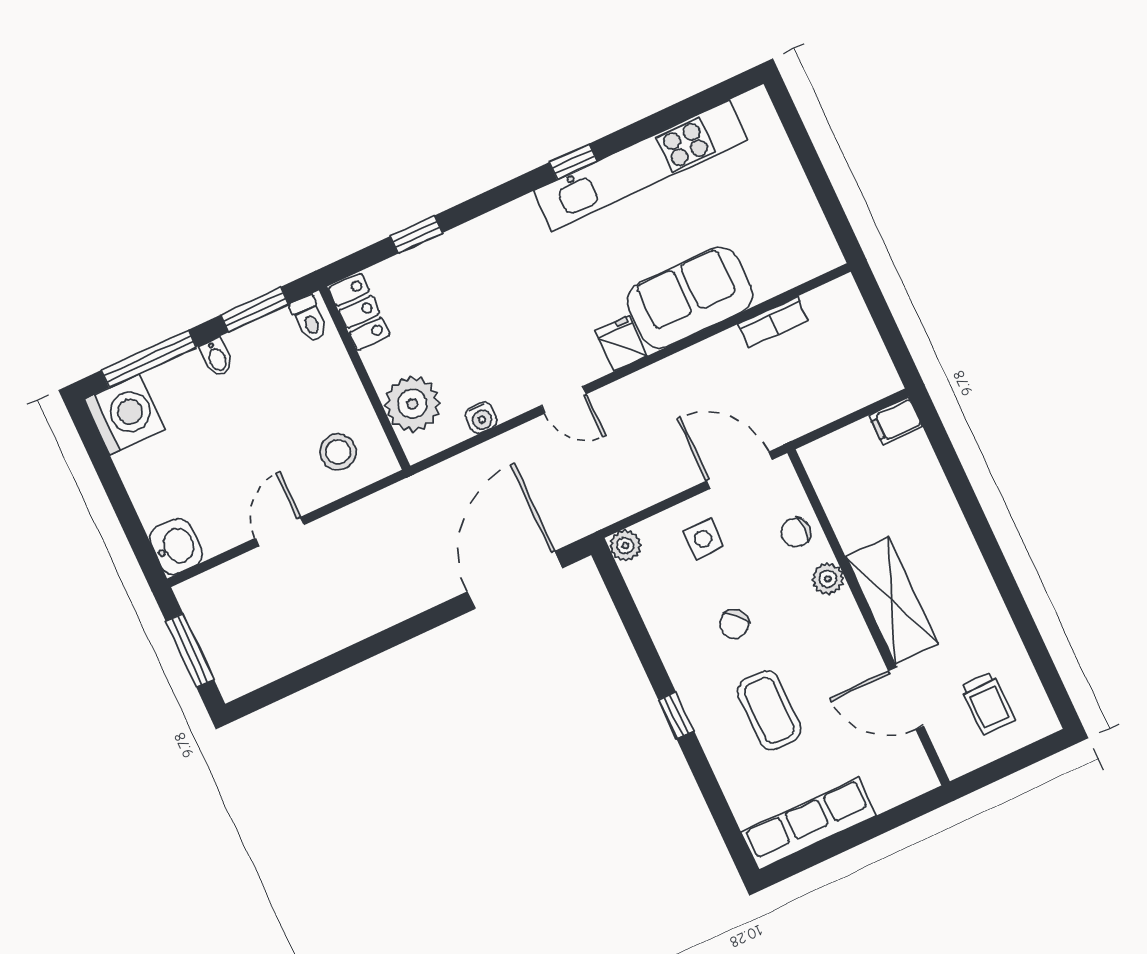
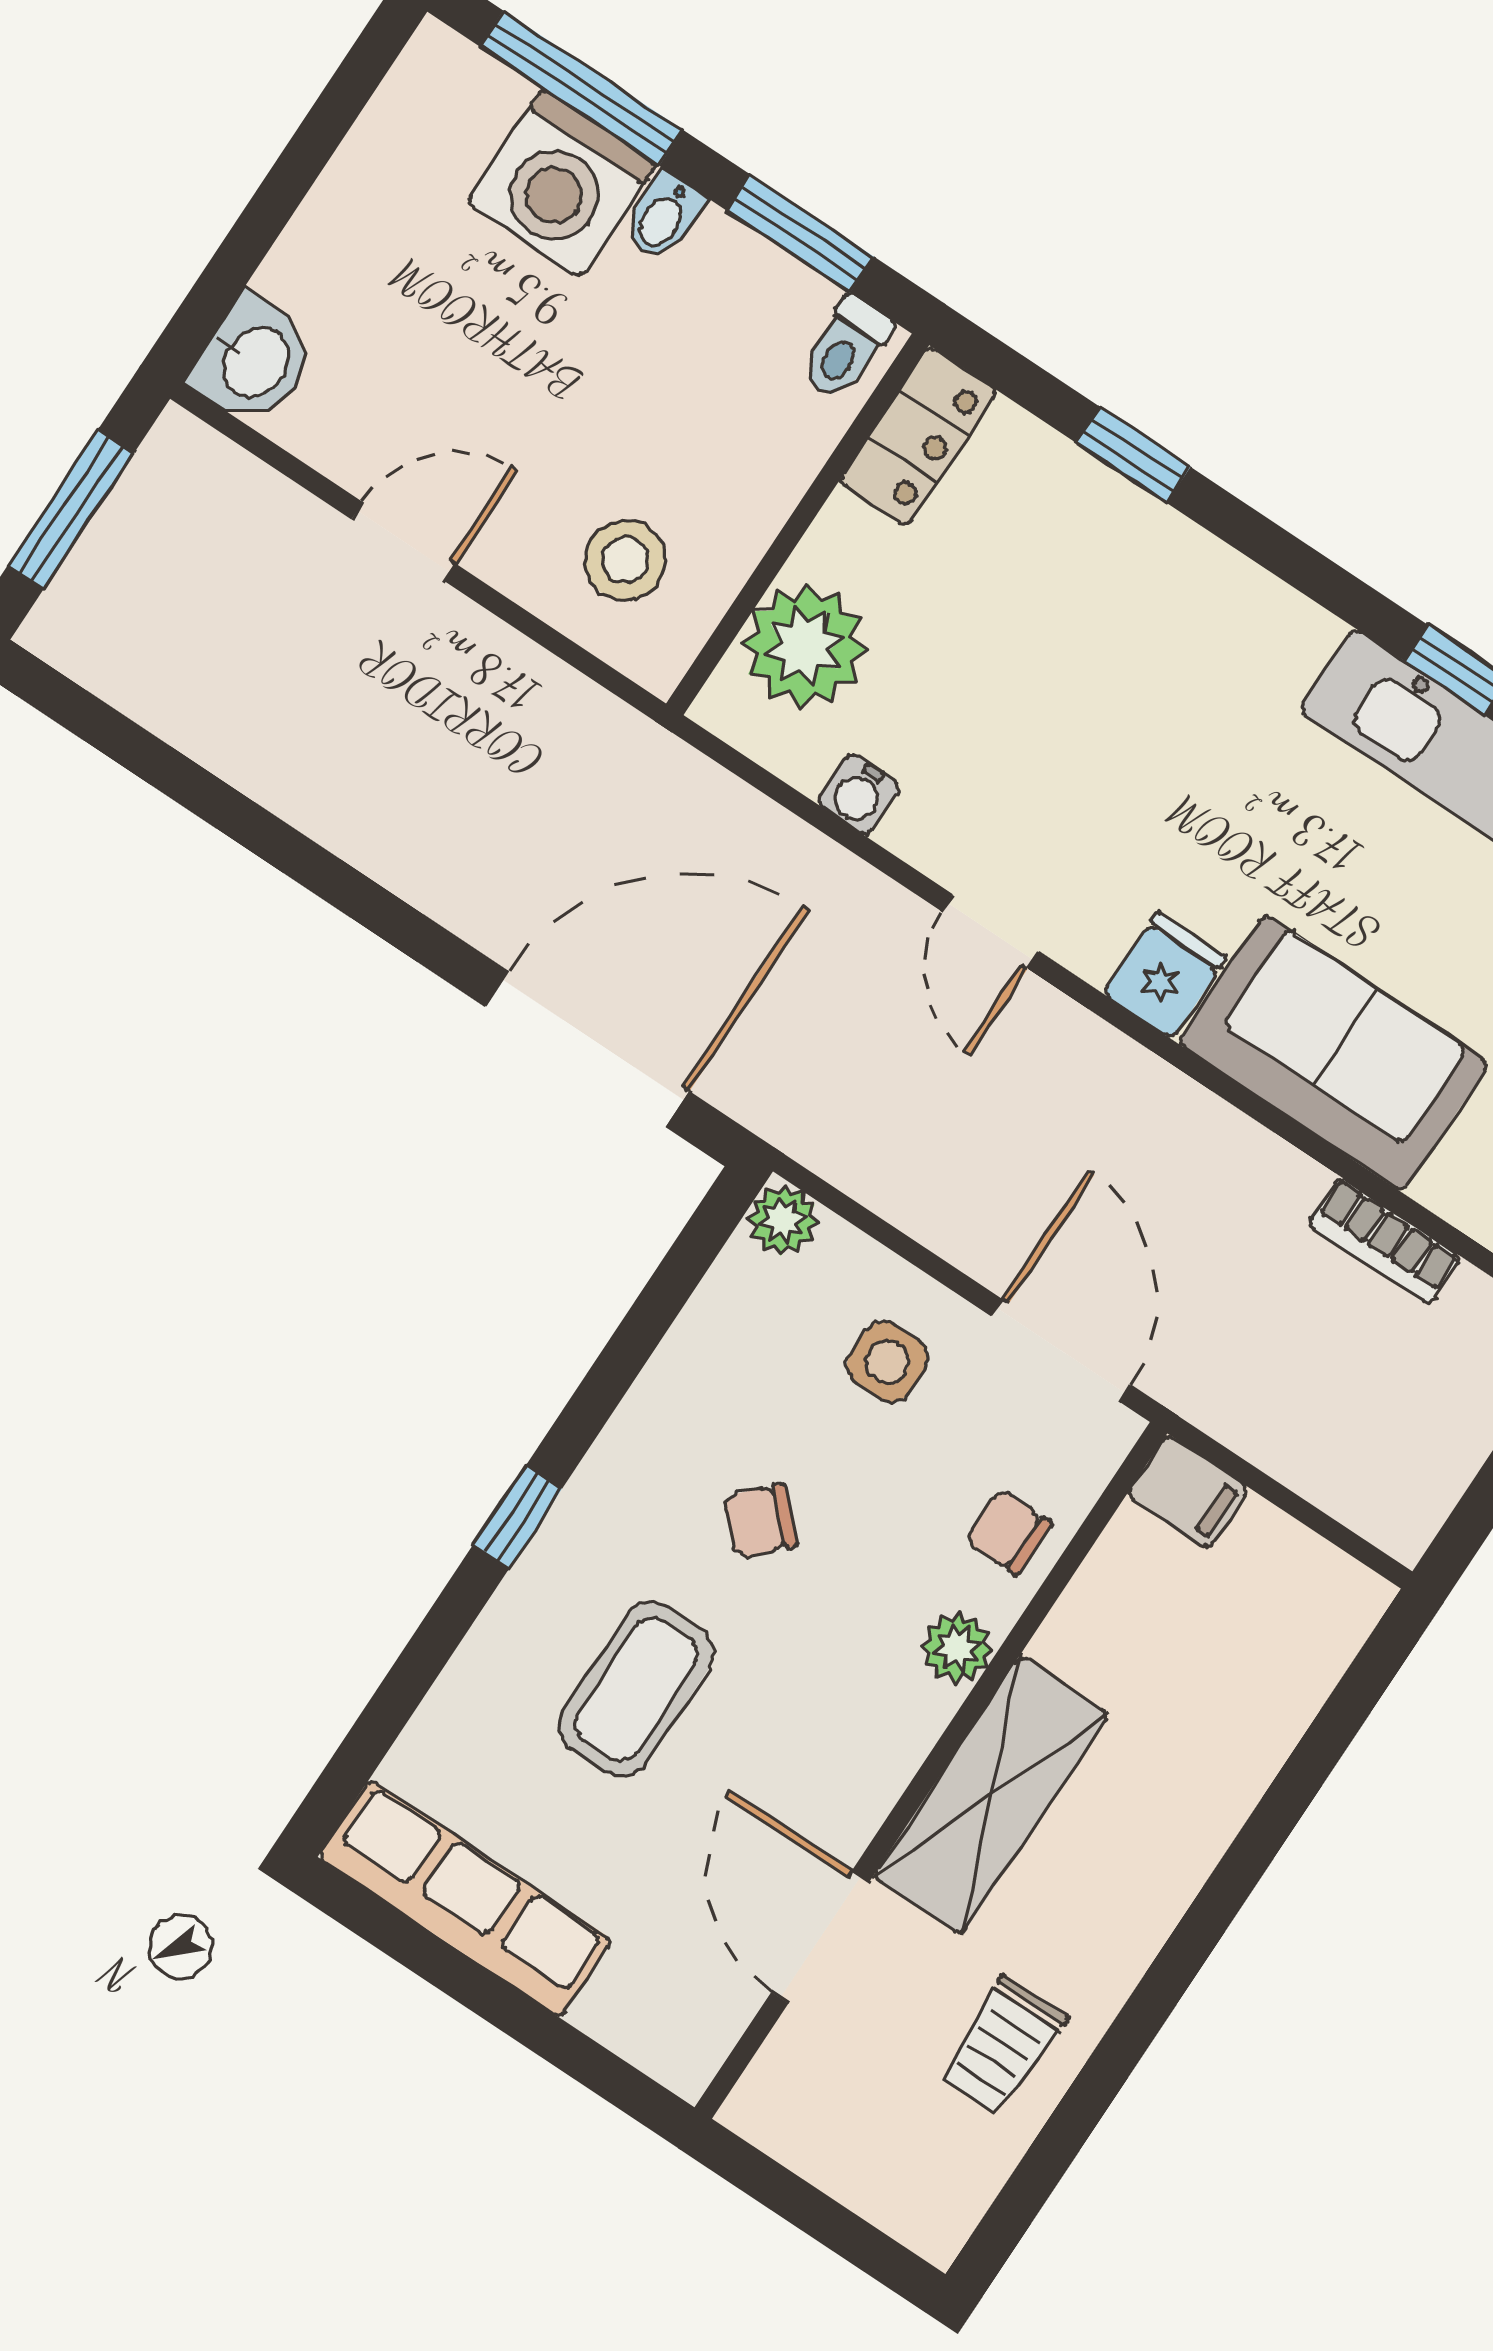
washing machine: (125, 414) -> (562, 184), moved, turned 90
filing cabinet: (896, 421) -> (1188, 1492), moved, turned 180
trolley: (988, 704) -> (1002, 2046), moved

